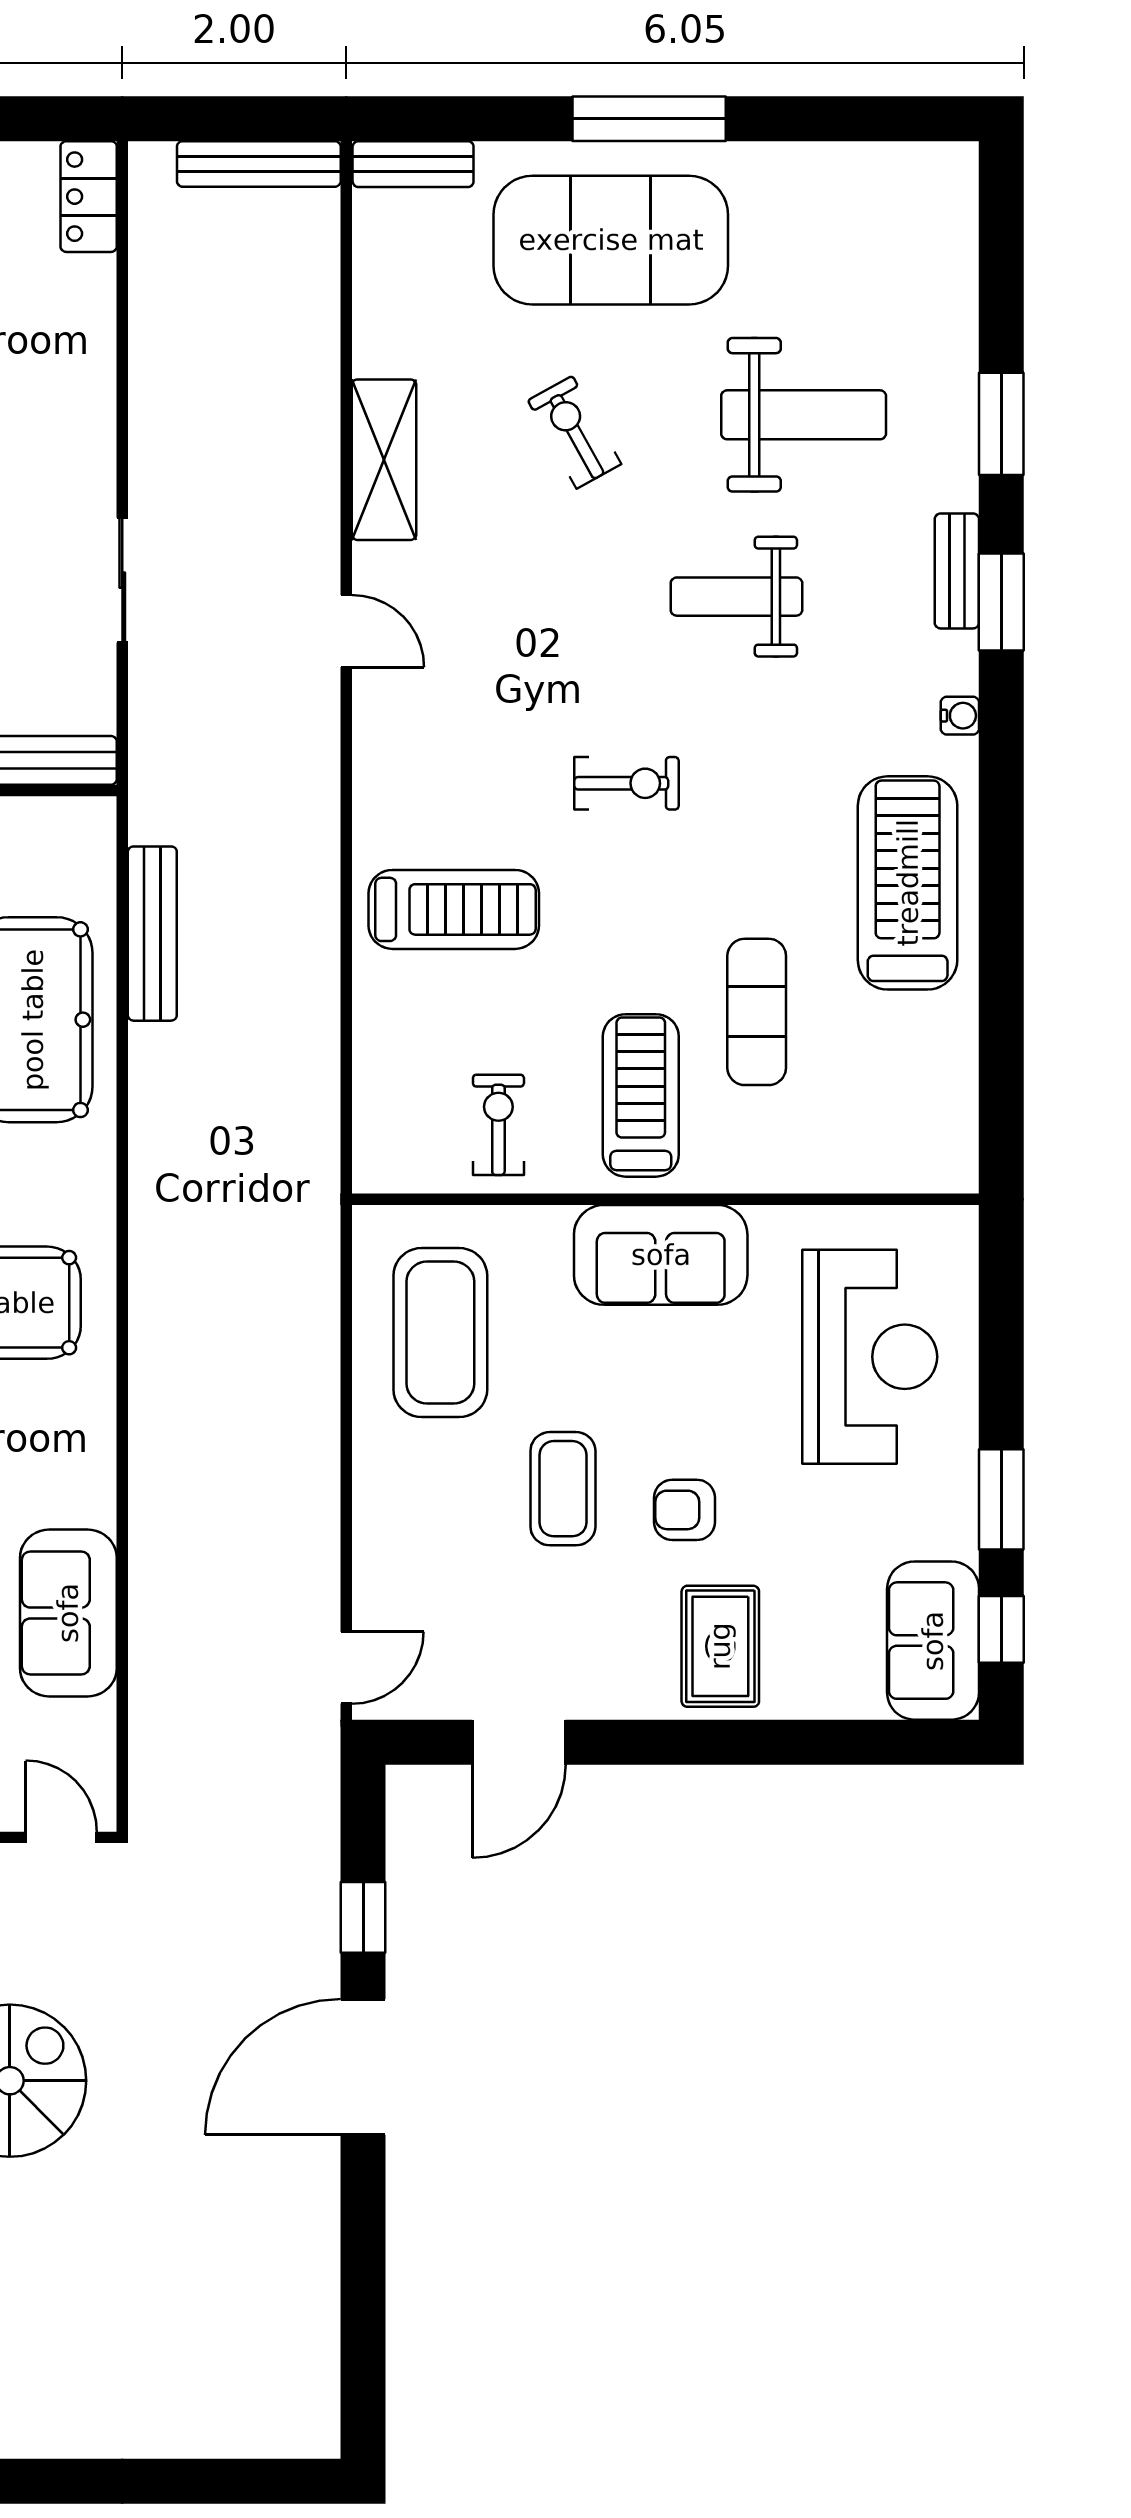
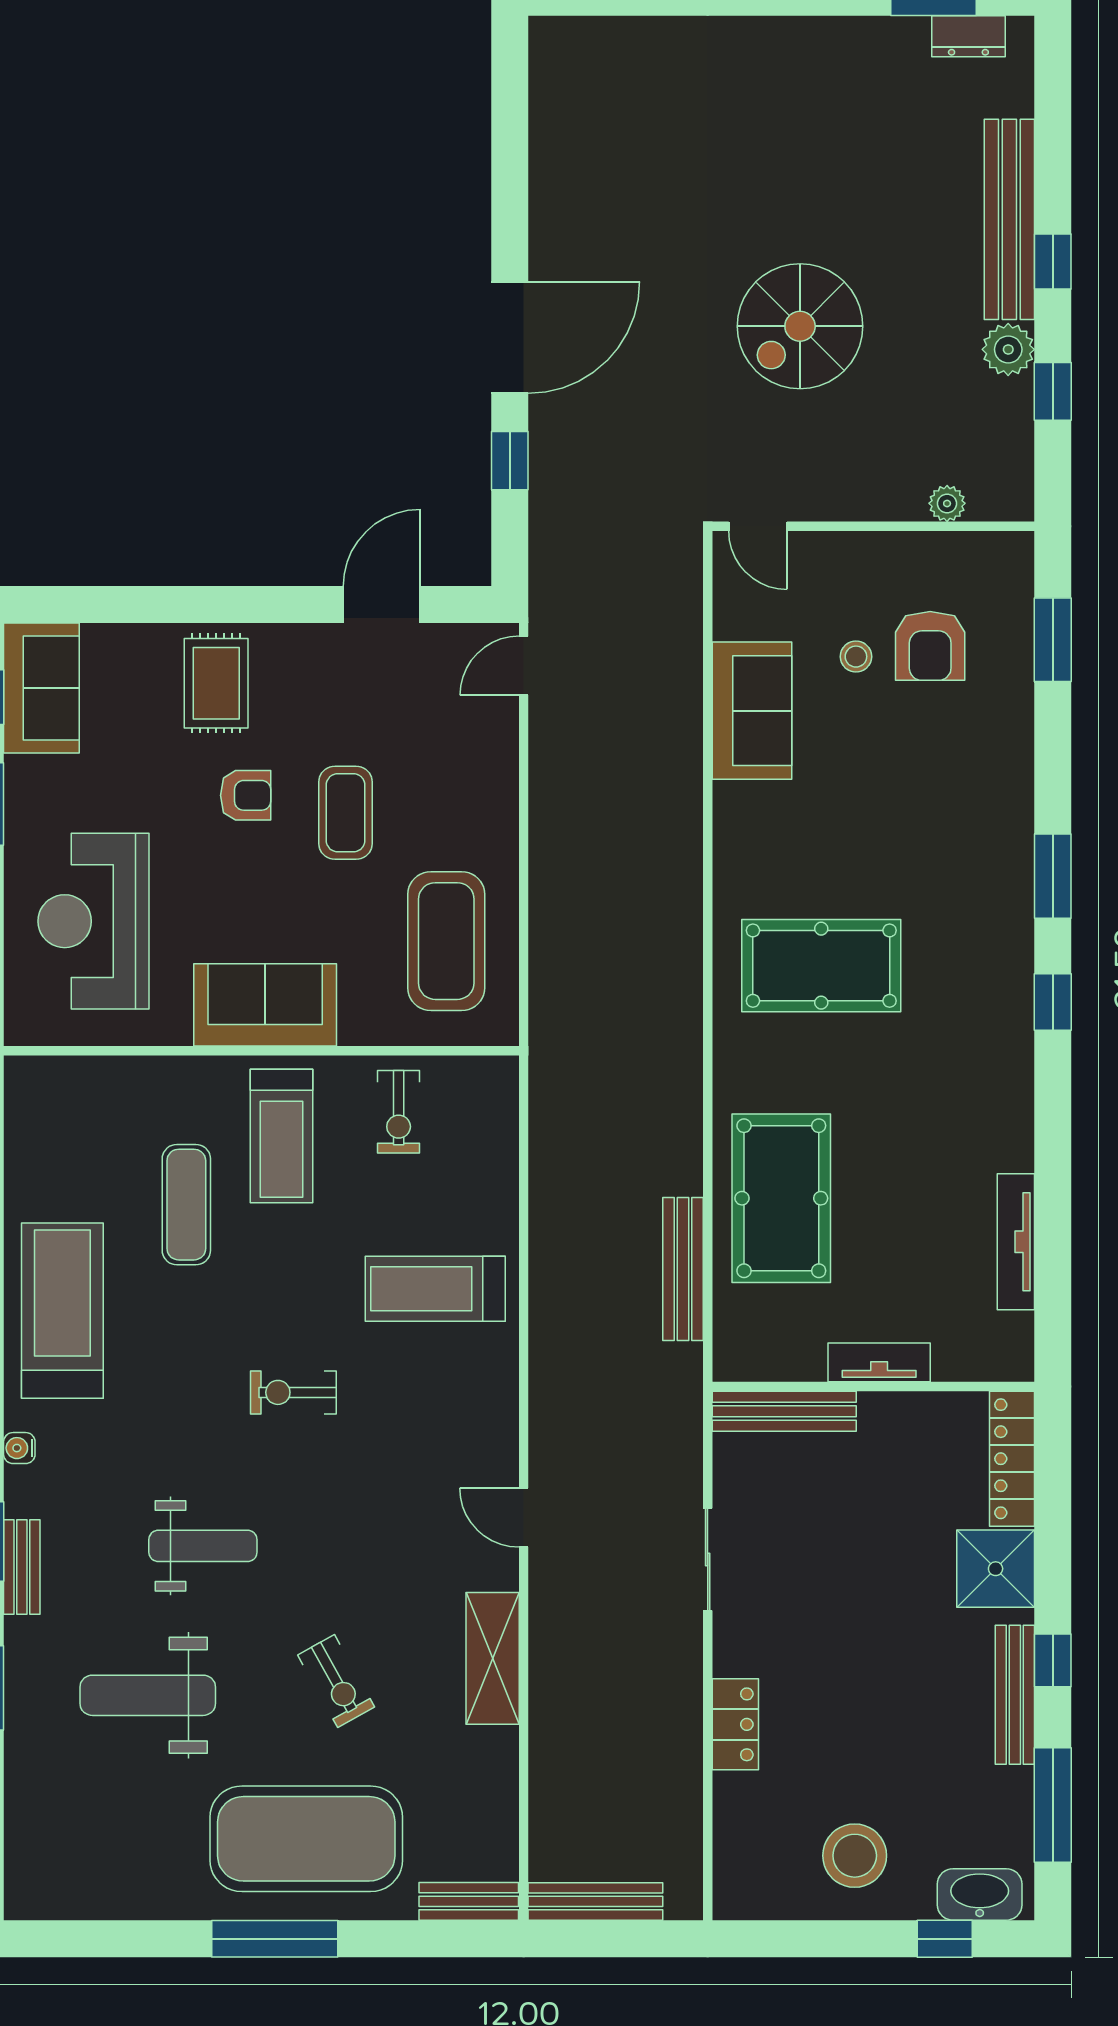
locker: (89, 197) -> (735, 1724), moved
treadmill: (908, 883) -> (62, 1311), turned 180

